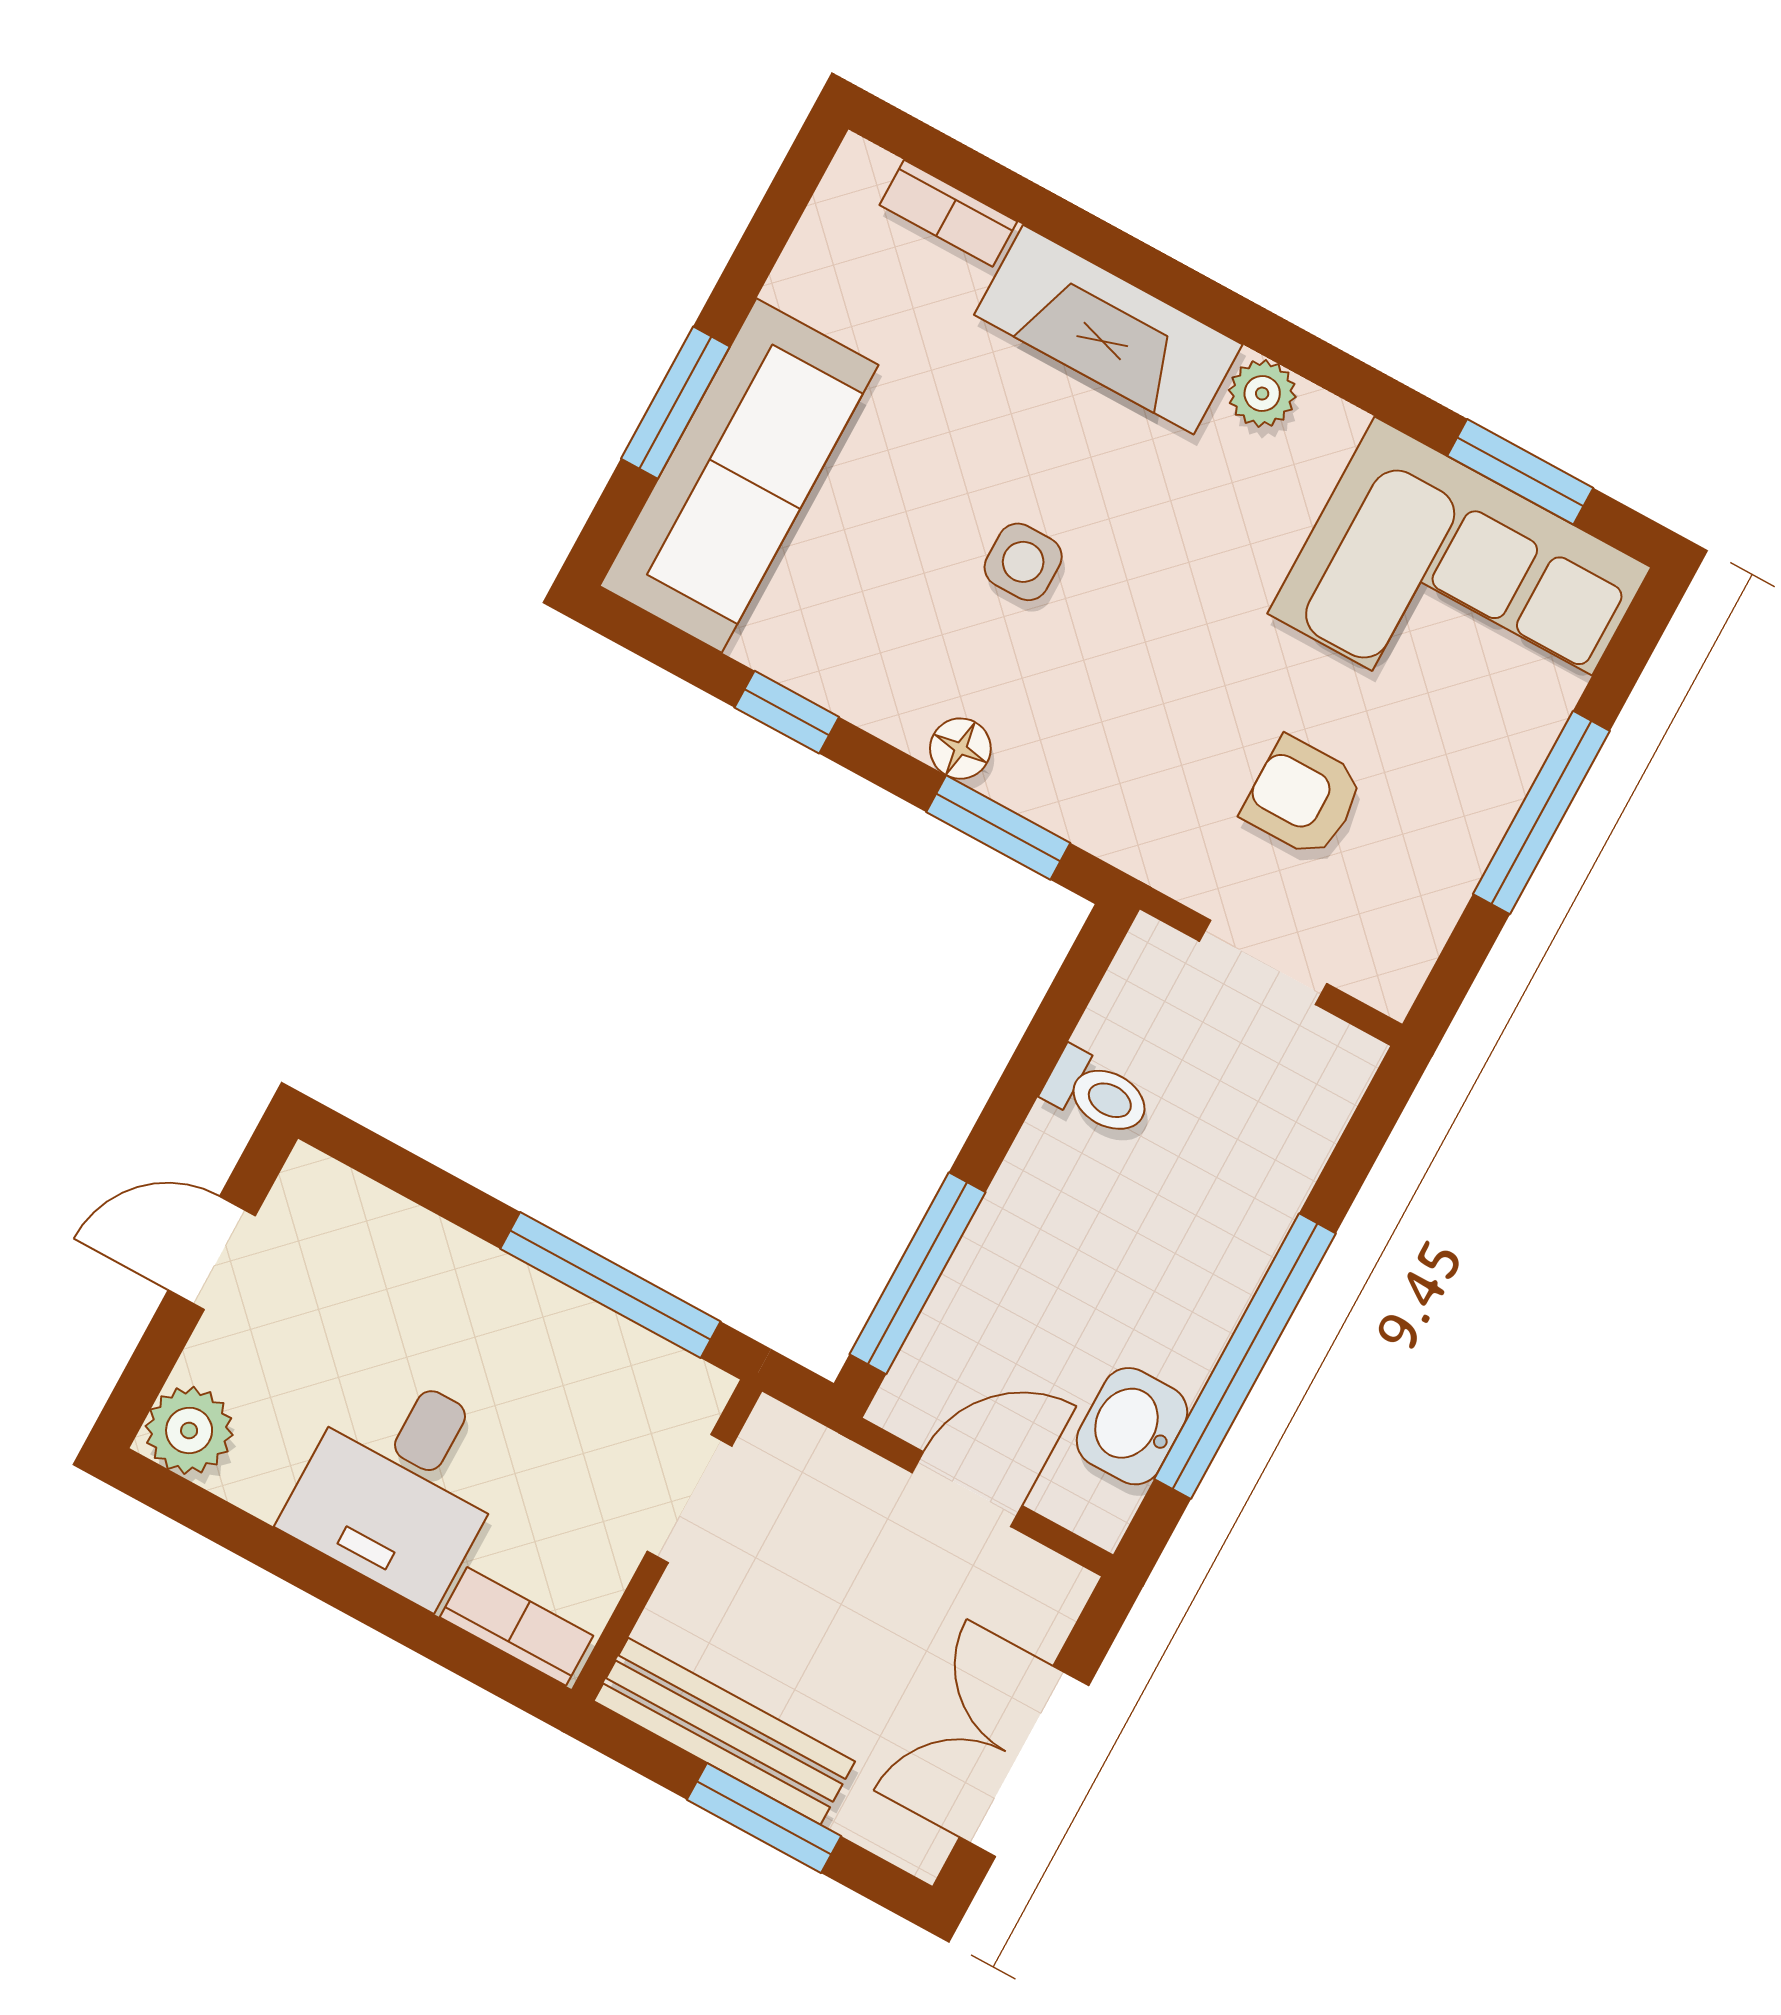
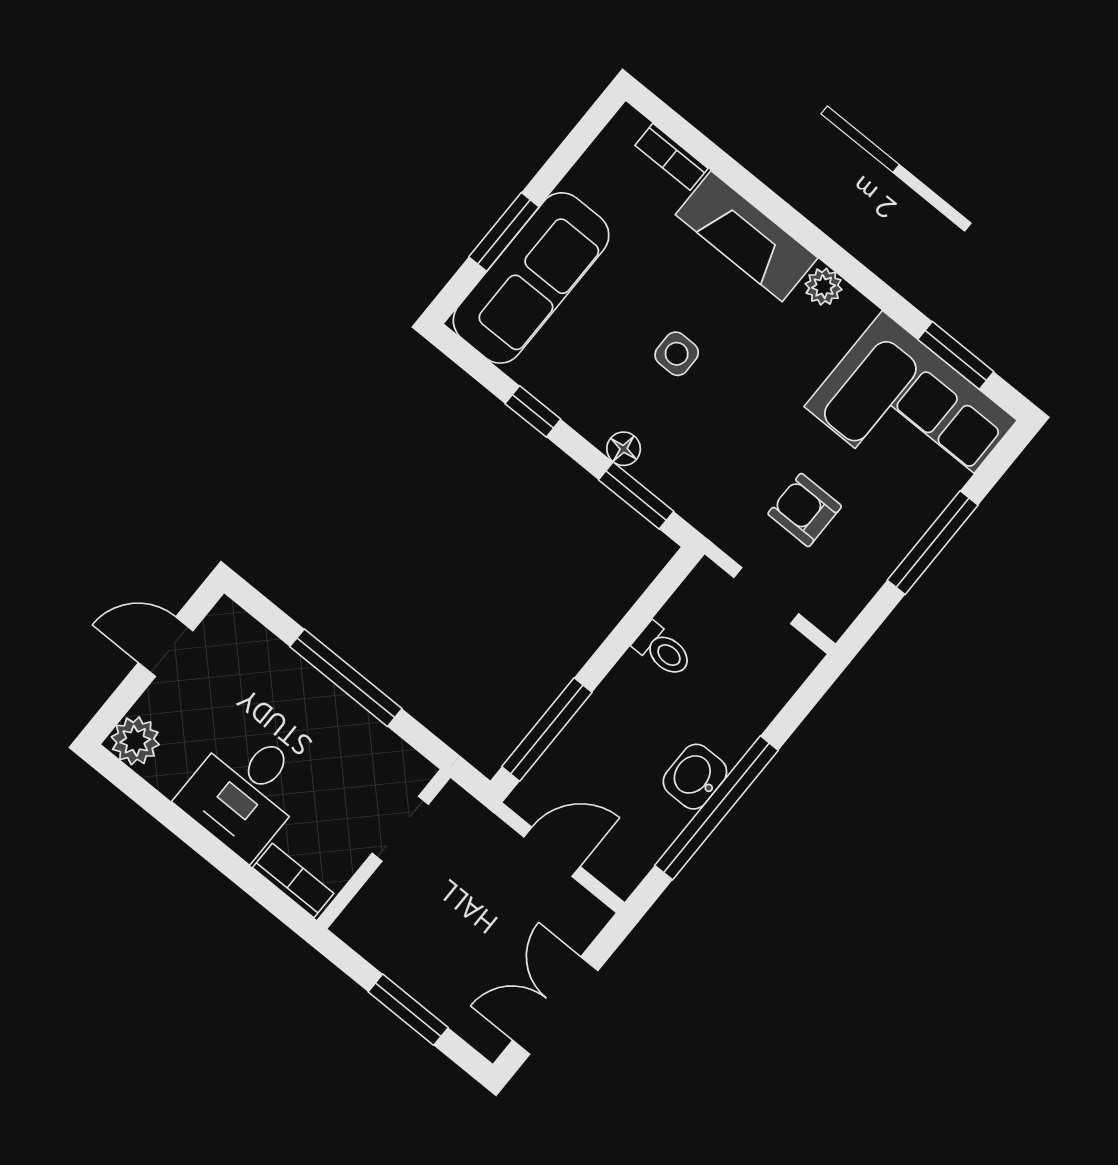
window: (610, 1285) -> (346, 678), moved
washbasin: (1132, 1426) -> (695, 777), moved
bench: (724, 1731) -> (395, 959), removed

